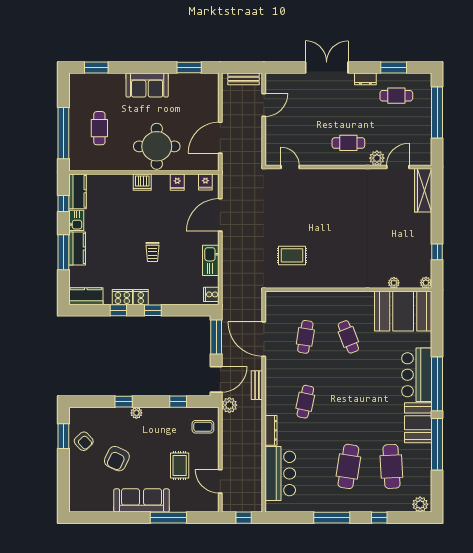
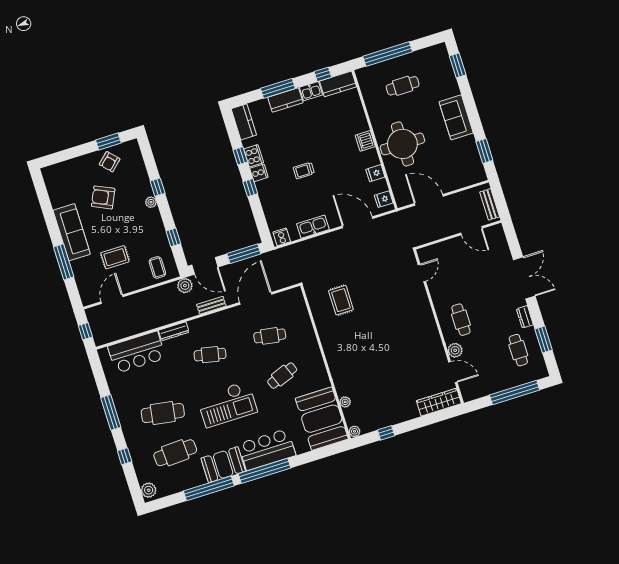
checkout: (360, 400) -> (227, 404), added

